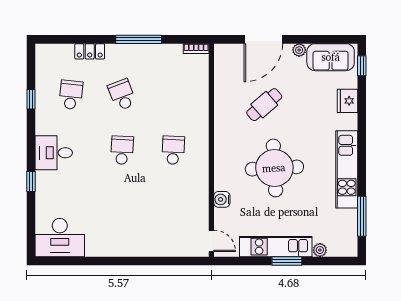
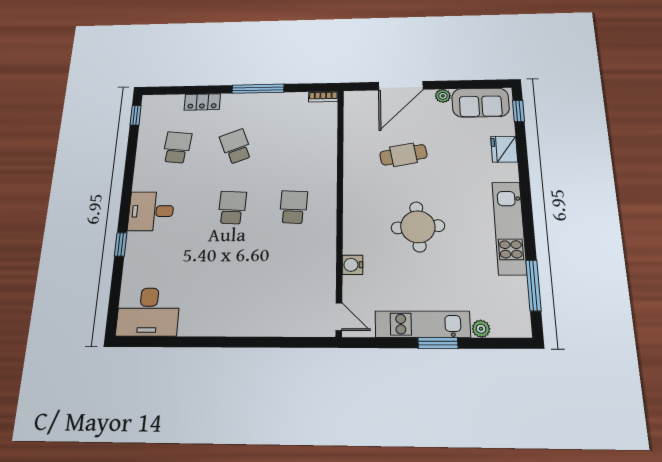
window: (31, 99) -> (136, 115), moved
cafe table: (264, 105) -> (403, 155), turned 31
round table: (274, 168) -> (418, 227), width x0.73, depth x0.73

